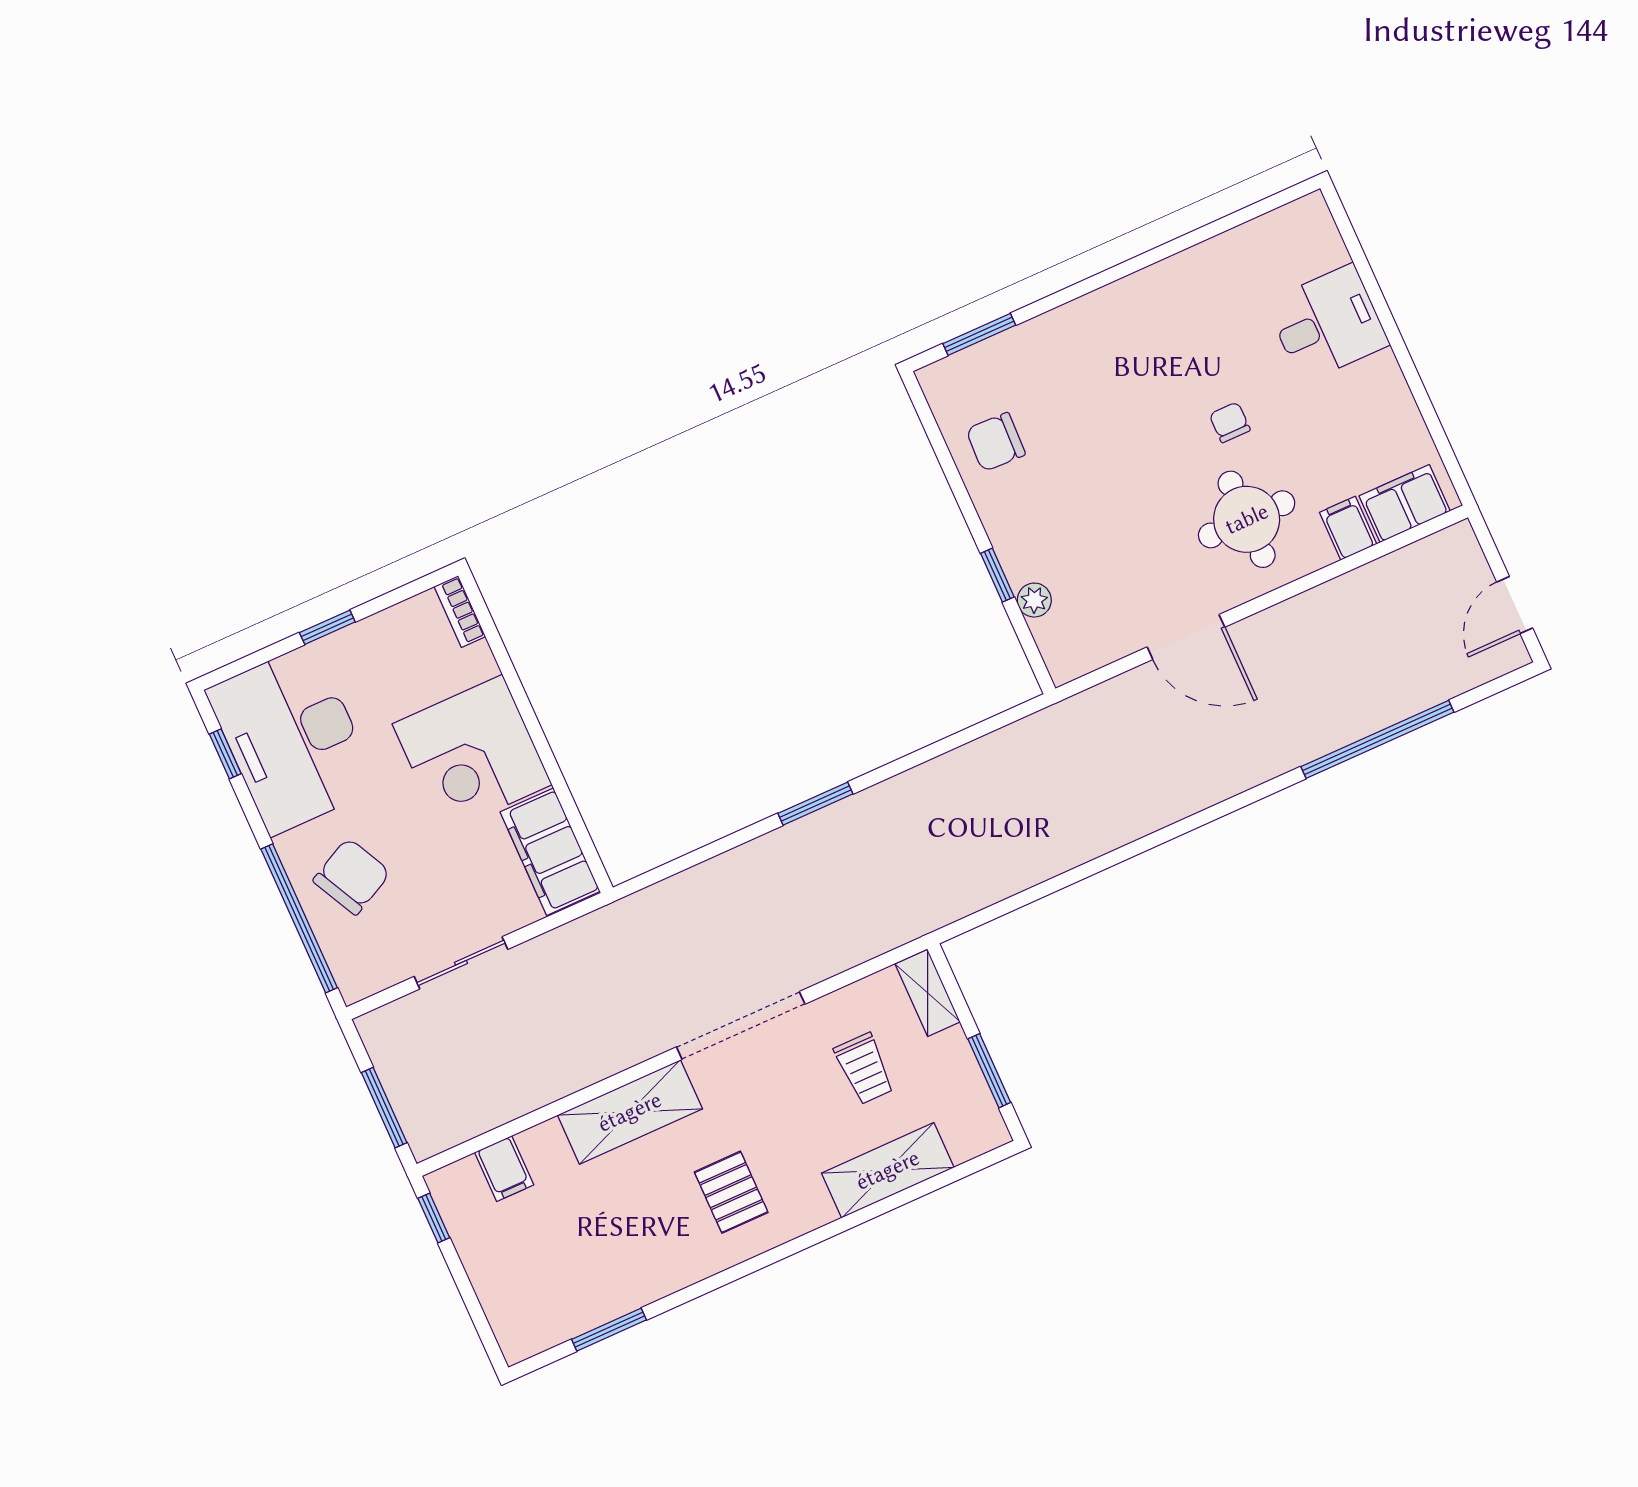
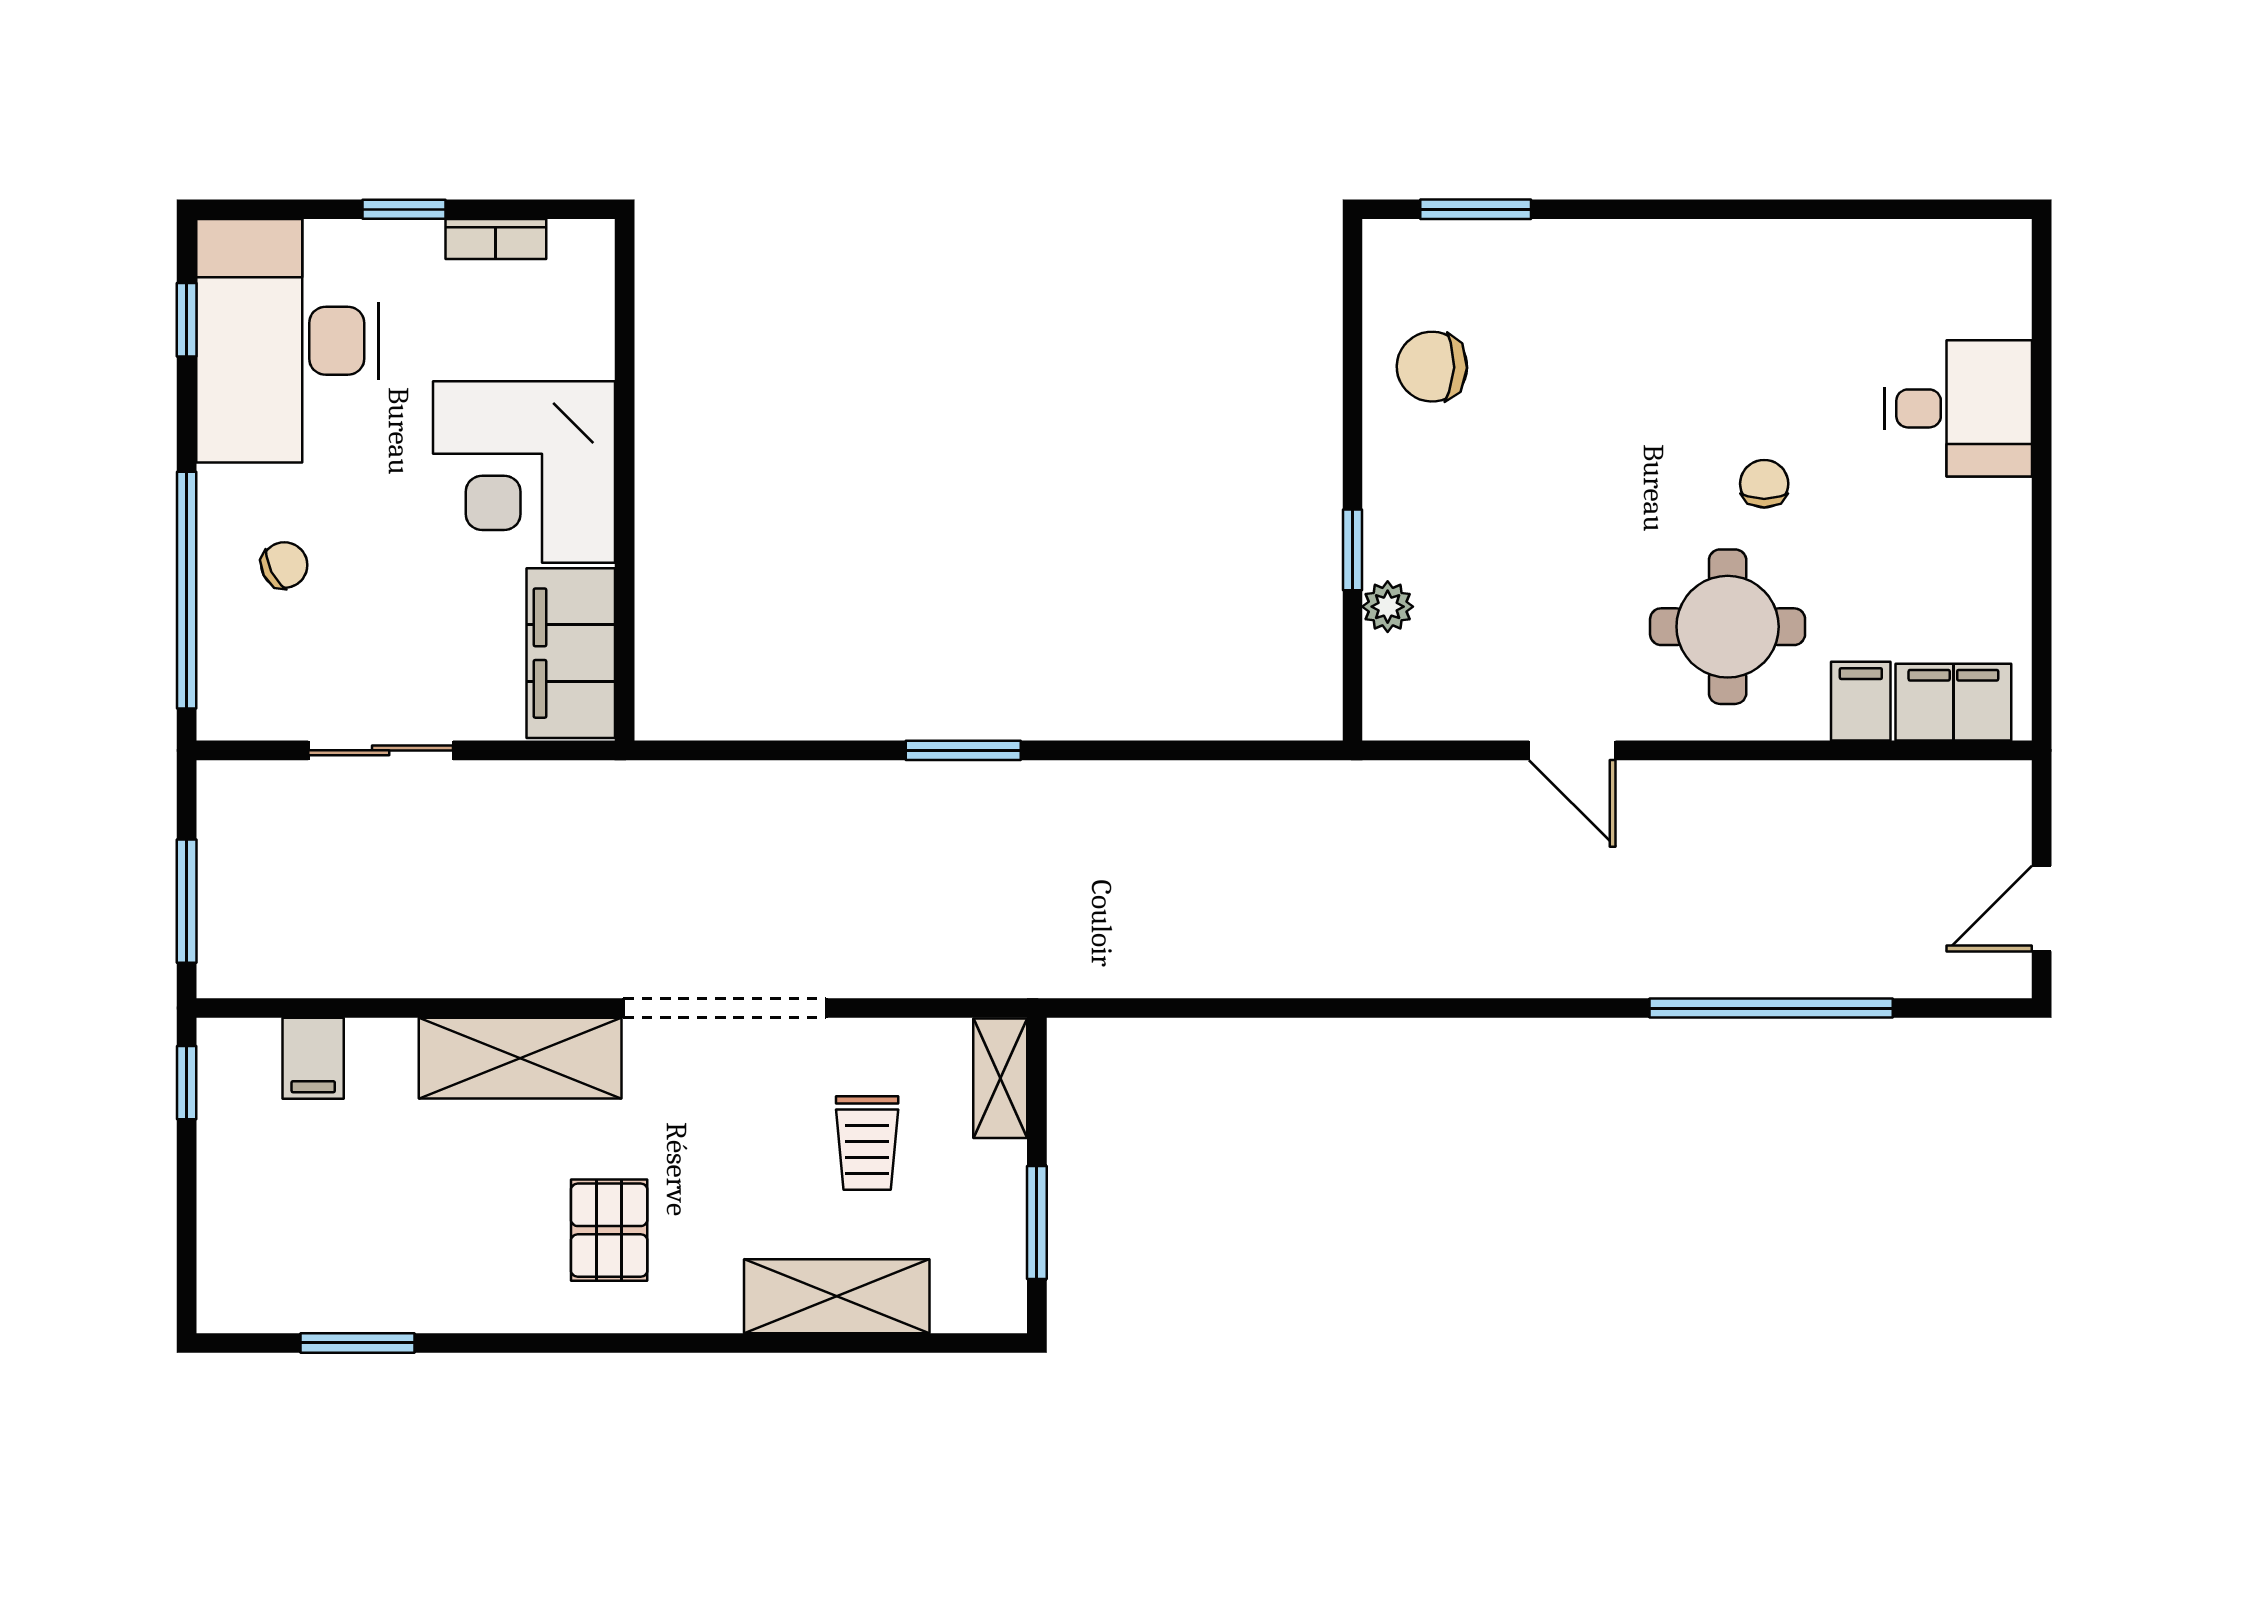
bookcase: (460, 612) -> (496, 239), moved, turned -90
door: (1186, 637) -> (1572, 750), width x0.73
chair: (352, 876) -> (284, 565), width x0.54, depth x0.54

